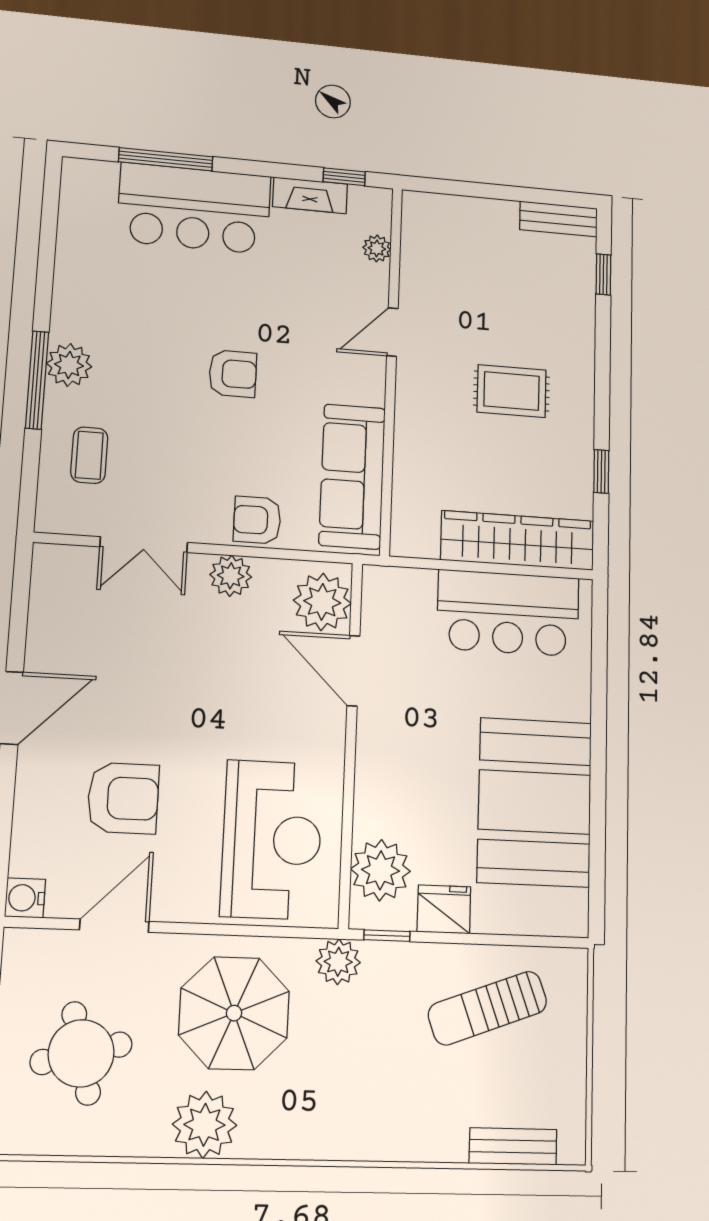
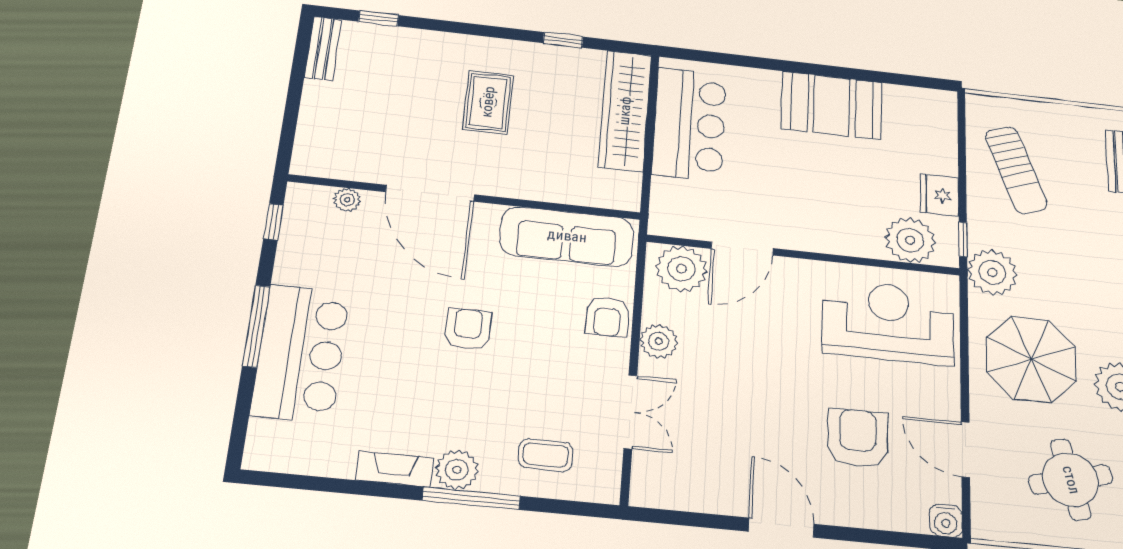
window: (166, 159) -> (256, 326), moved
fireplace: (310, 195) -> (395, 469), moved, turned -90
door: (392, 332) -> (430, 193), width x1.88
booth: (535, 802) -> (832, 105), width x0.73, depth x0.70
plant: (338, 962) -> (992, 272), width x1.36, depth x1.36

